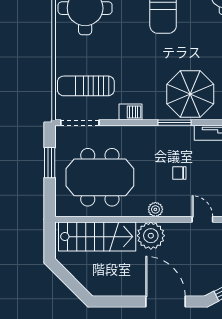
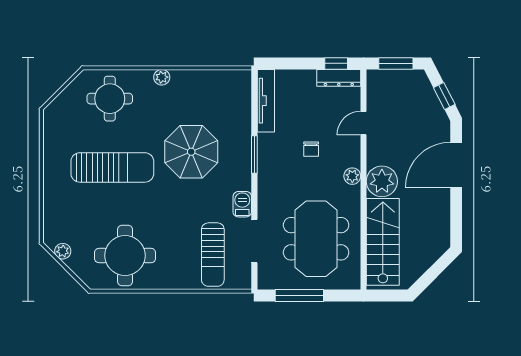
parasol: (190, 94) -> (191, 152), moved
doorway: (80, 123) -> (254, 241), moved
window: (50, 163) -> (299, 295), width x1.44

